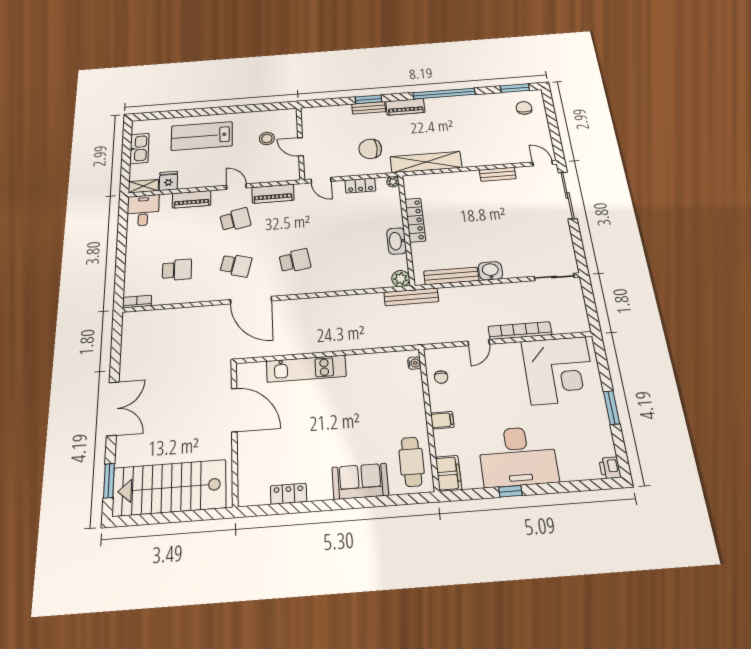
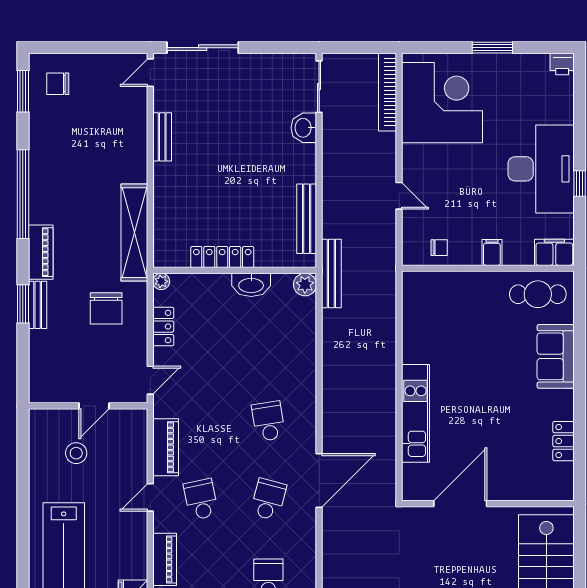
washbasin: (490, 271) -> (304, 128), moved
bookcase: (520, 331) -> (388, 92), moved
water cooler: (414, 363) -> (419, 279), removed

